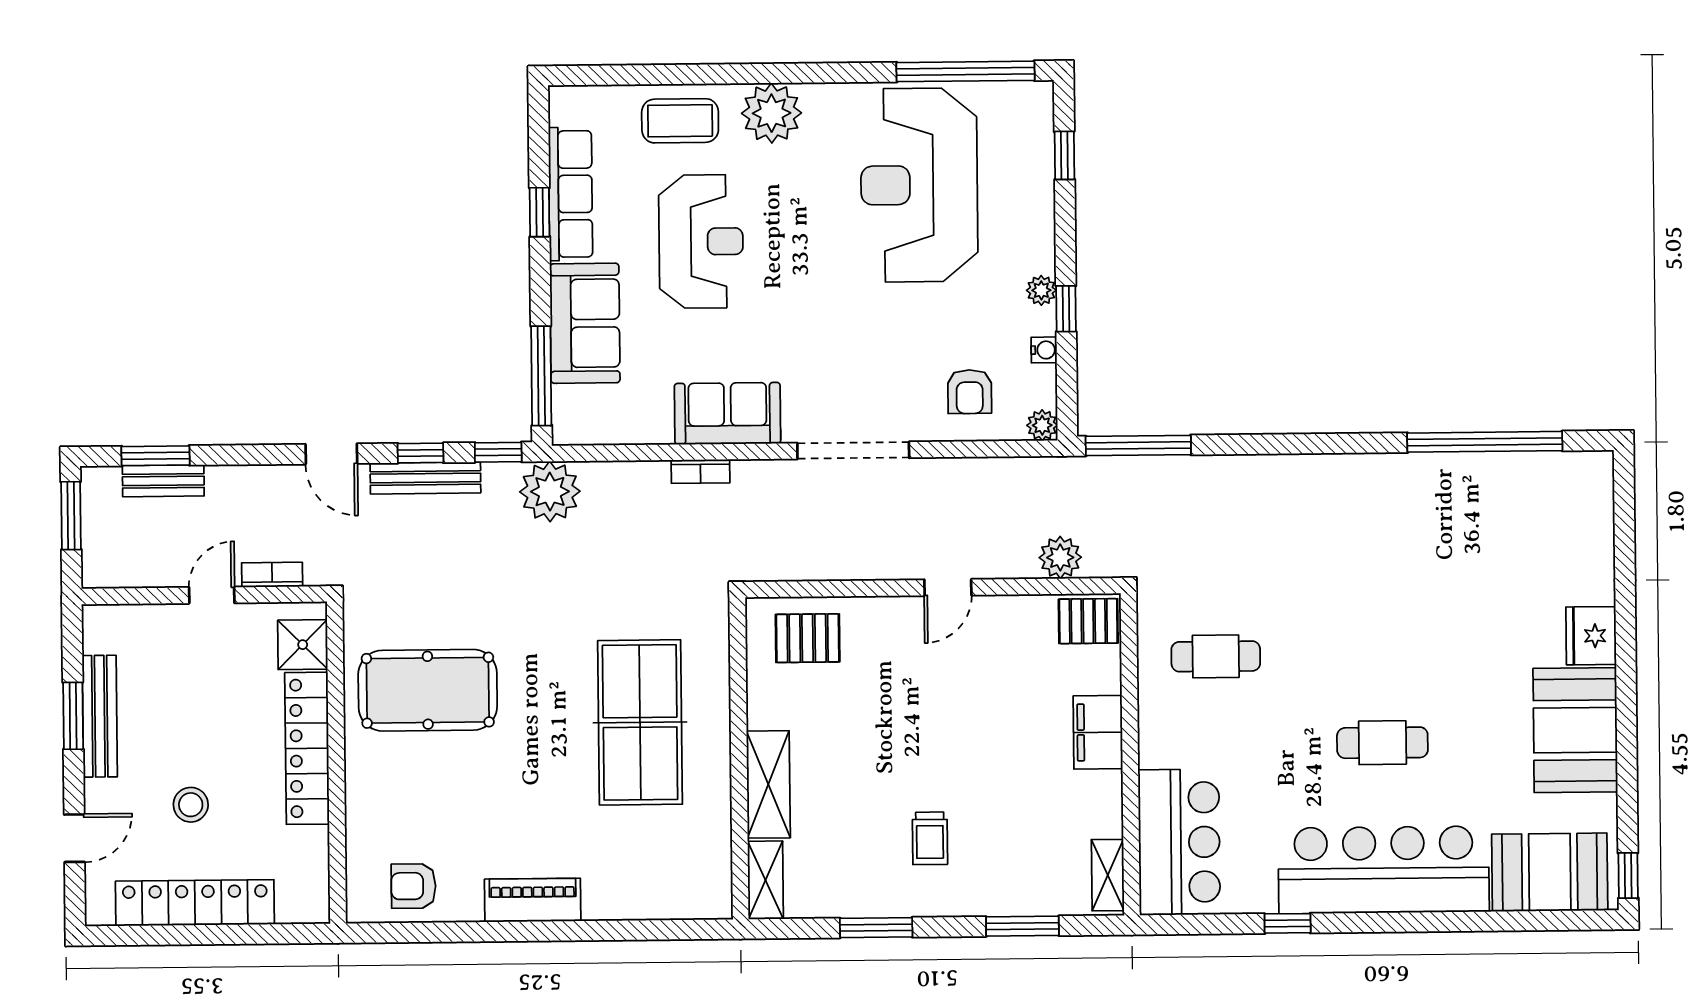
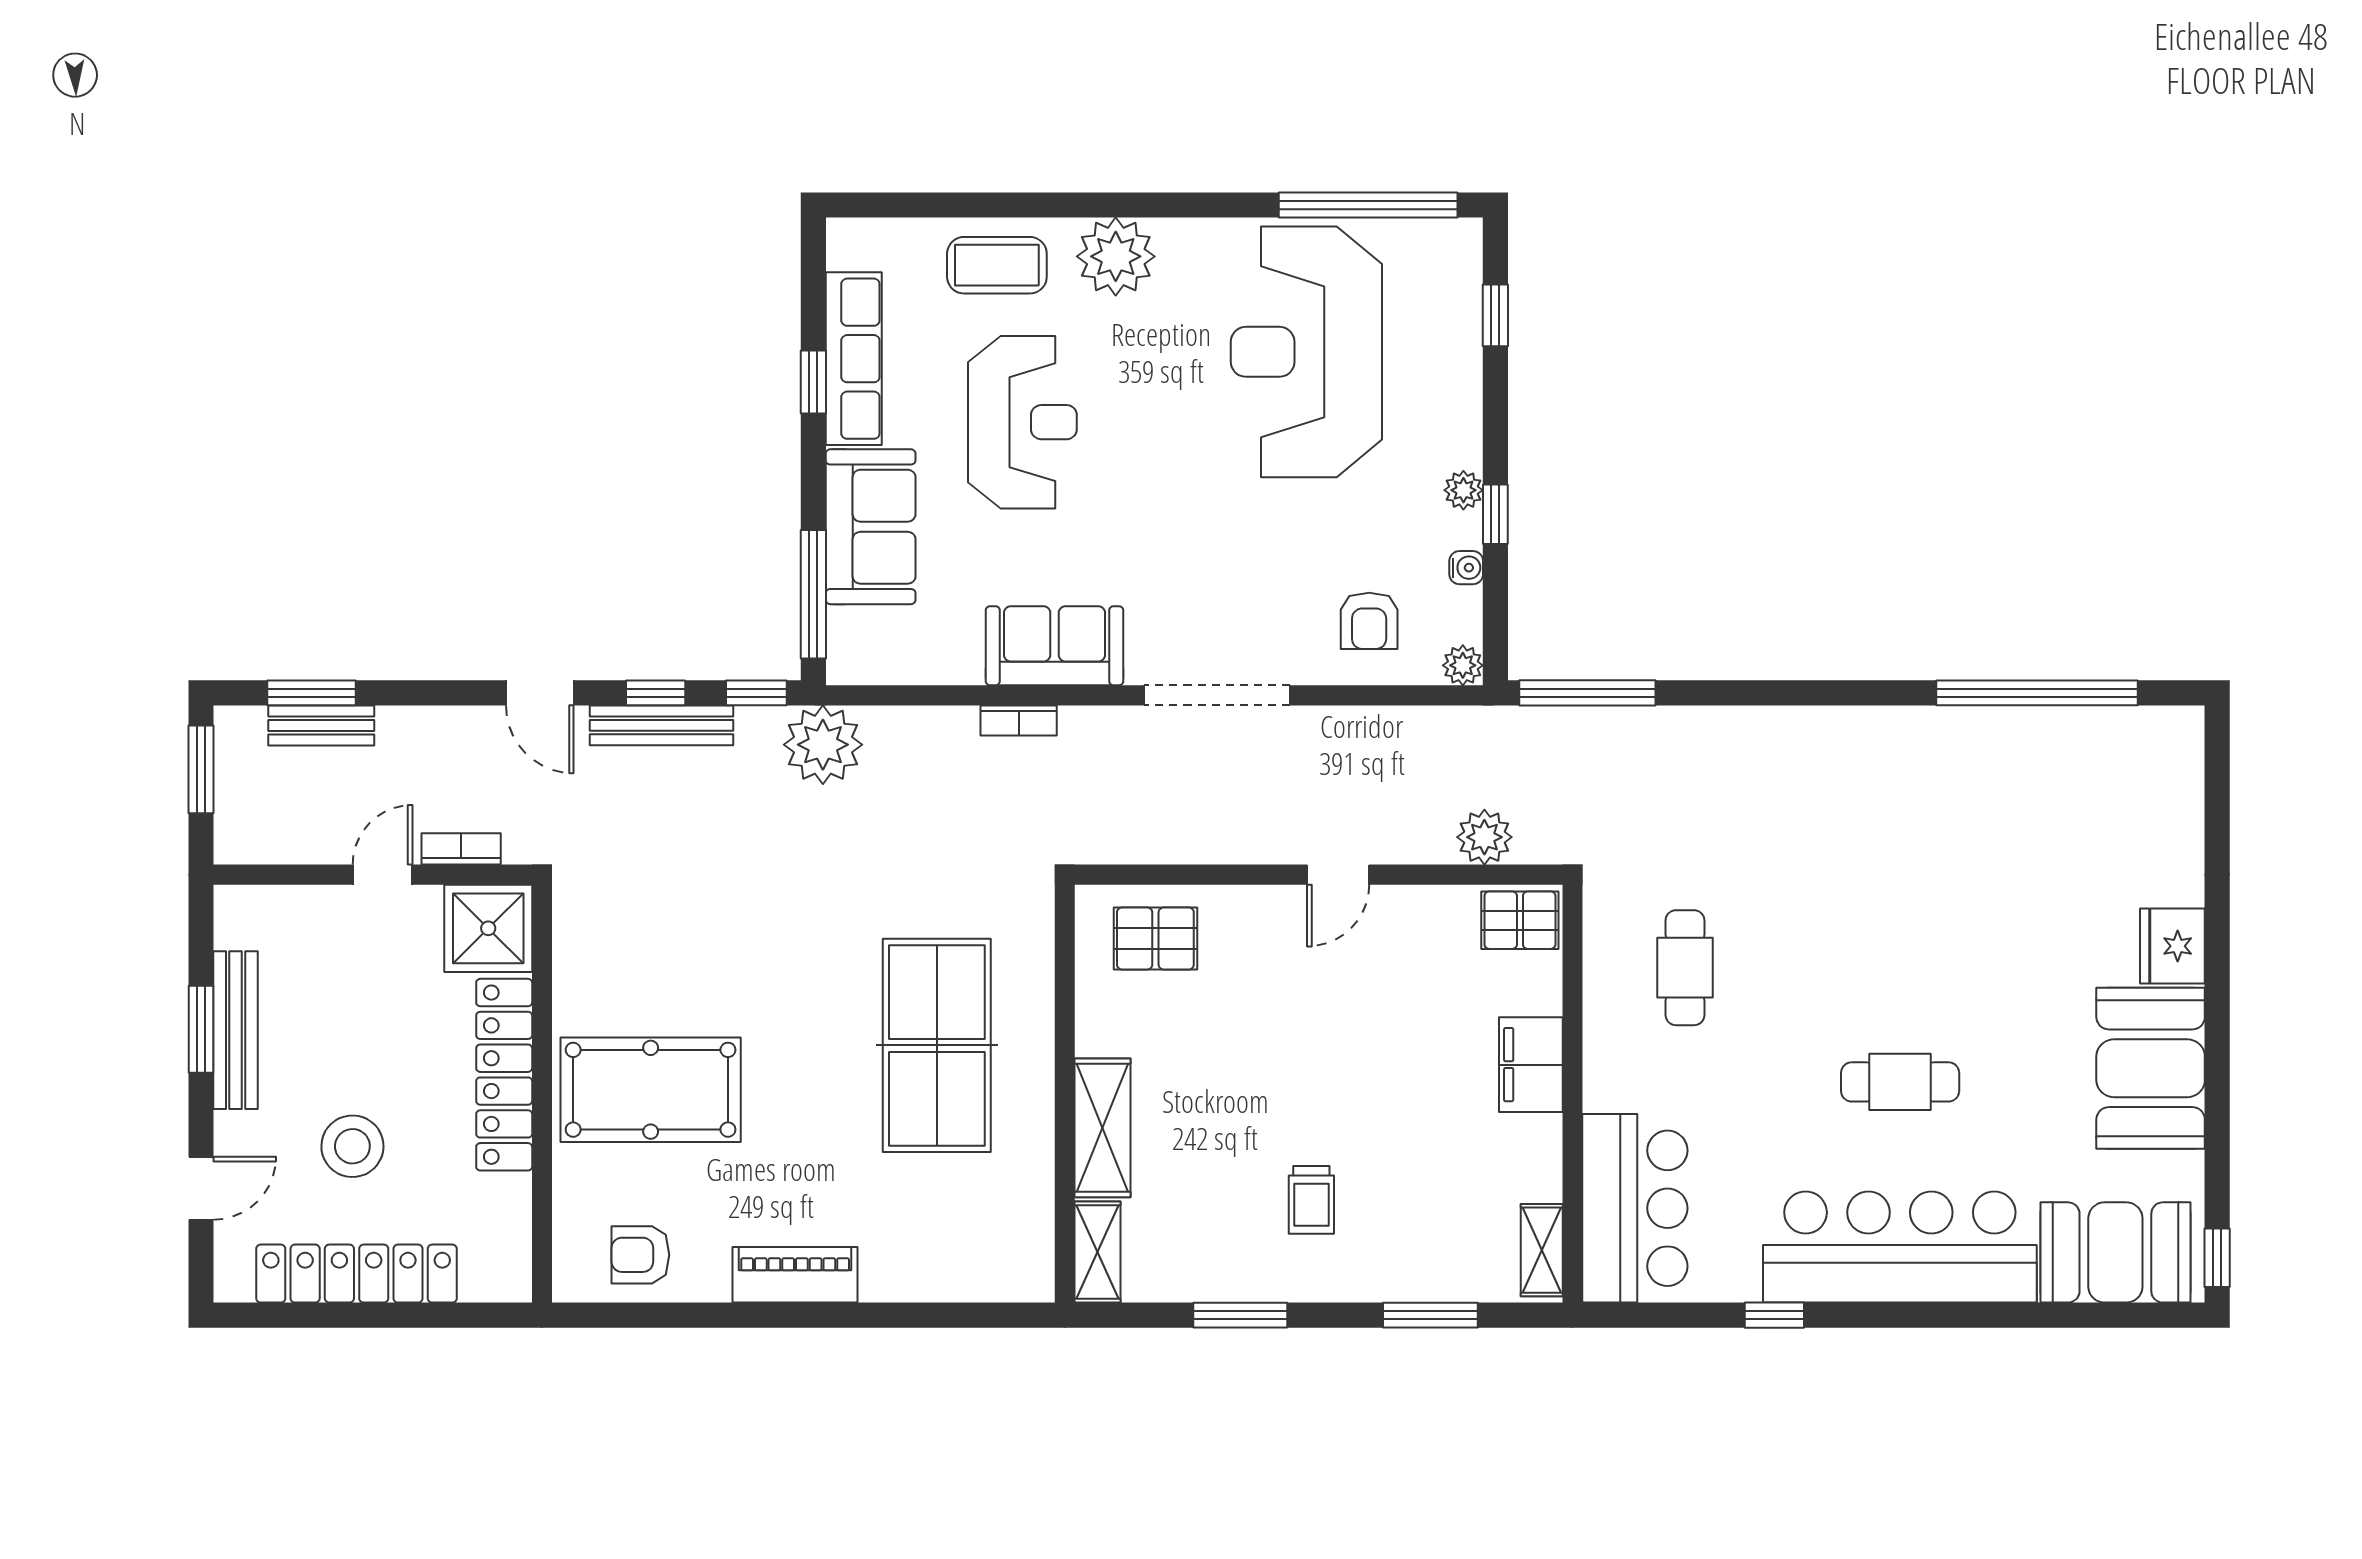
shower: (303, 645) -> (488, 928), width x1.36, depth x1.36
cafe table: (1216, 656) -> (1685, 968), turned 90
pool table: (428, 690) -> (651, 1090), moved
stool: (191, 805) -> (352, 1146), width x1.38, depth x1.38

